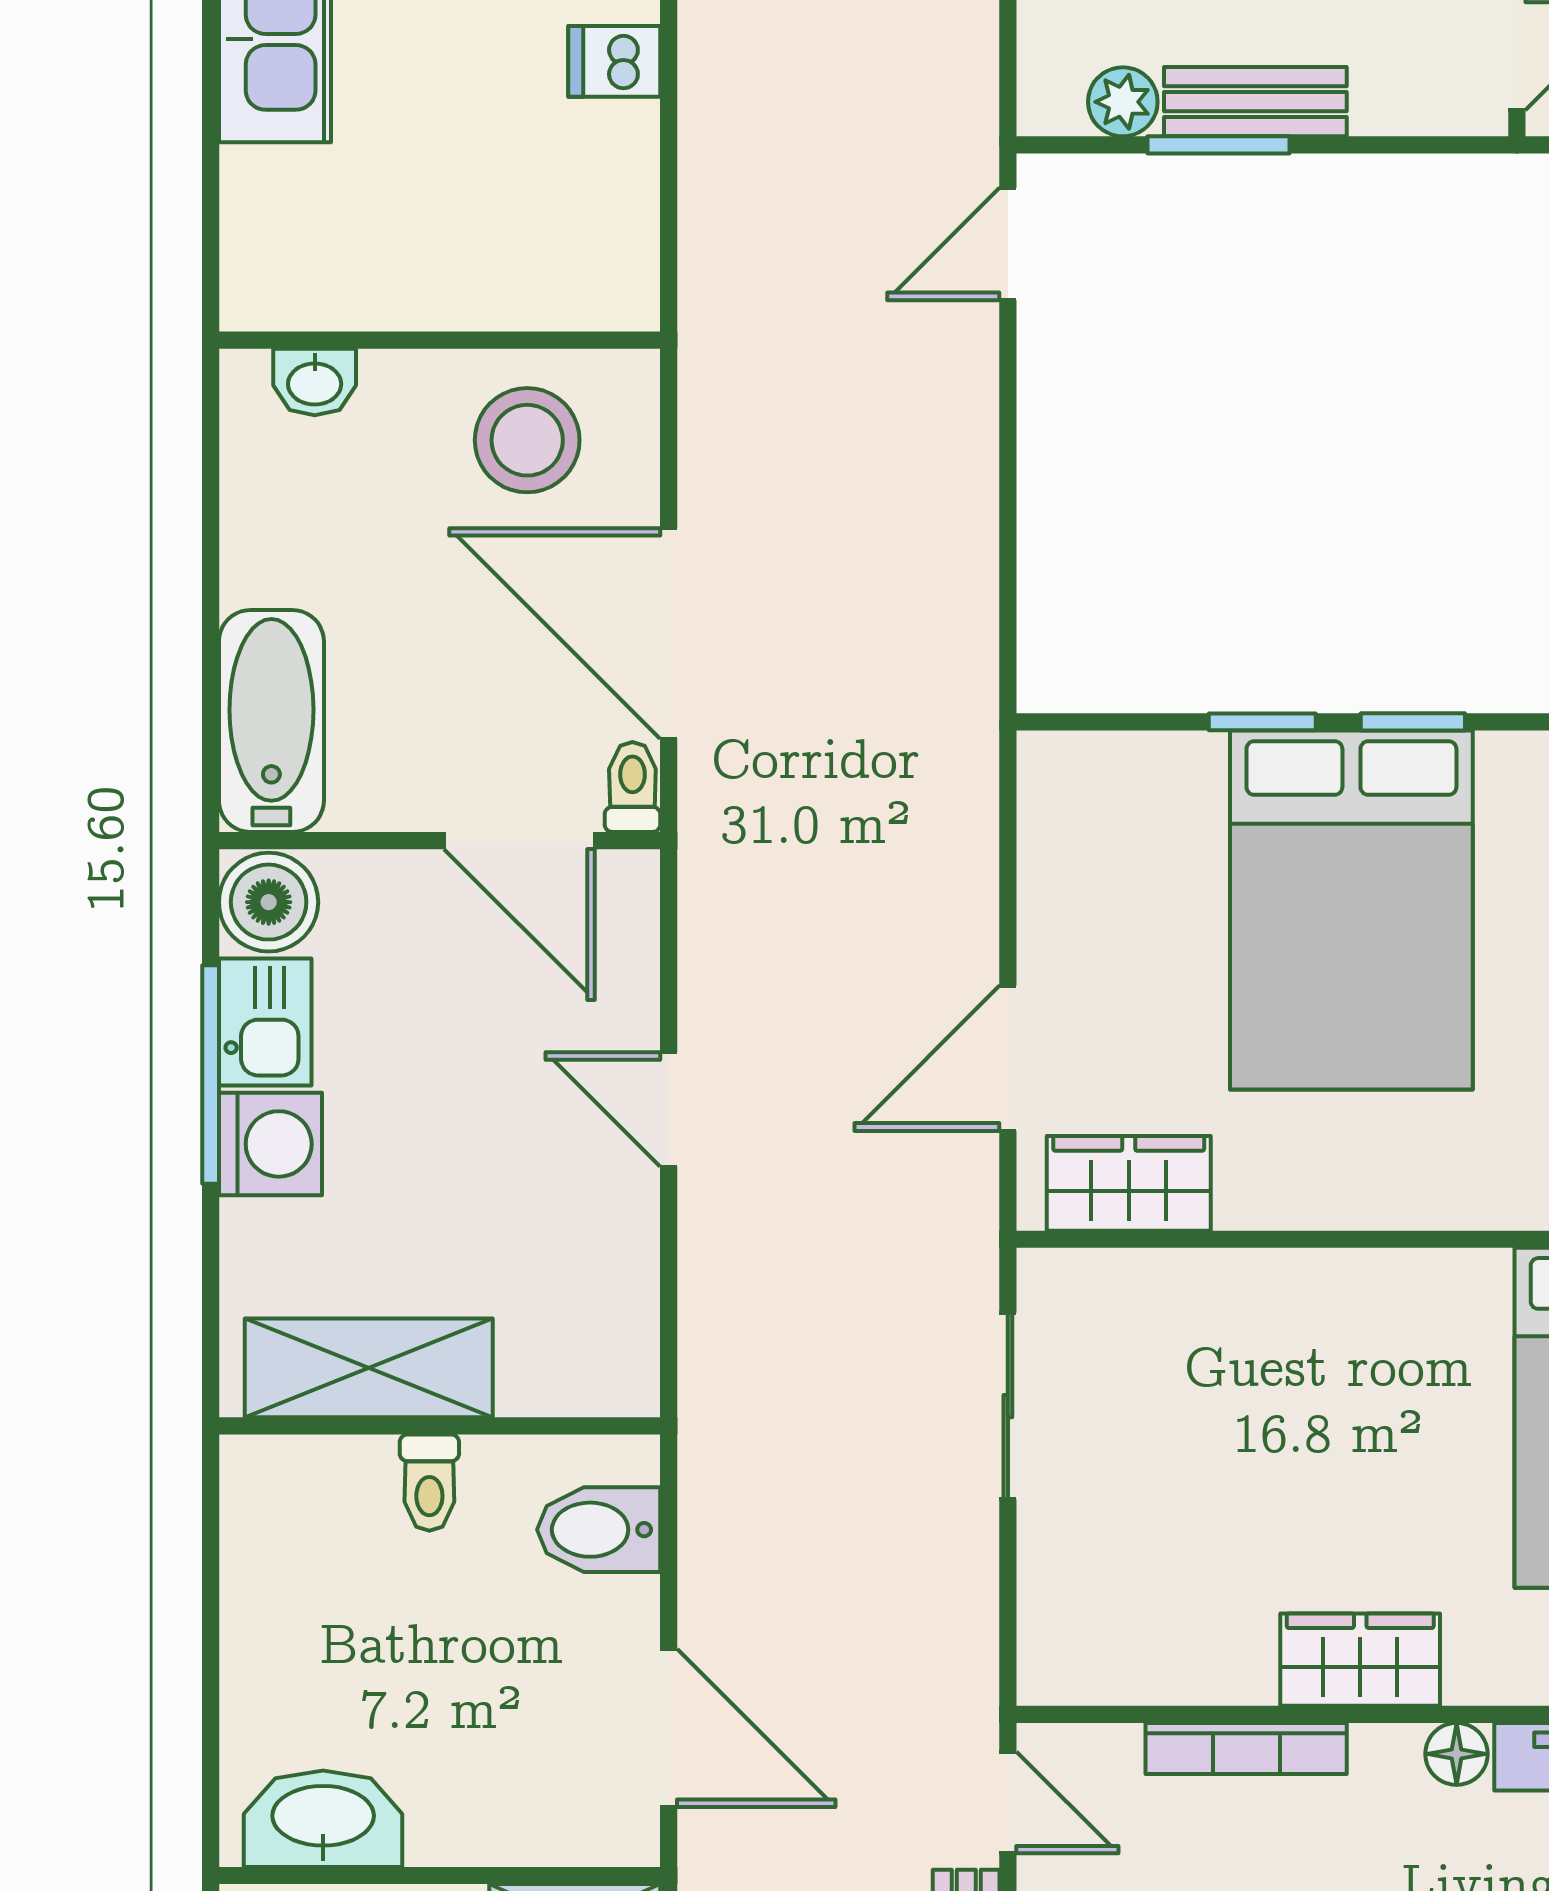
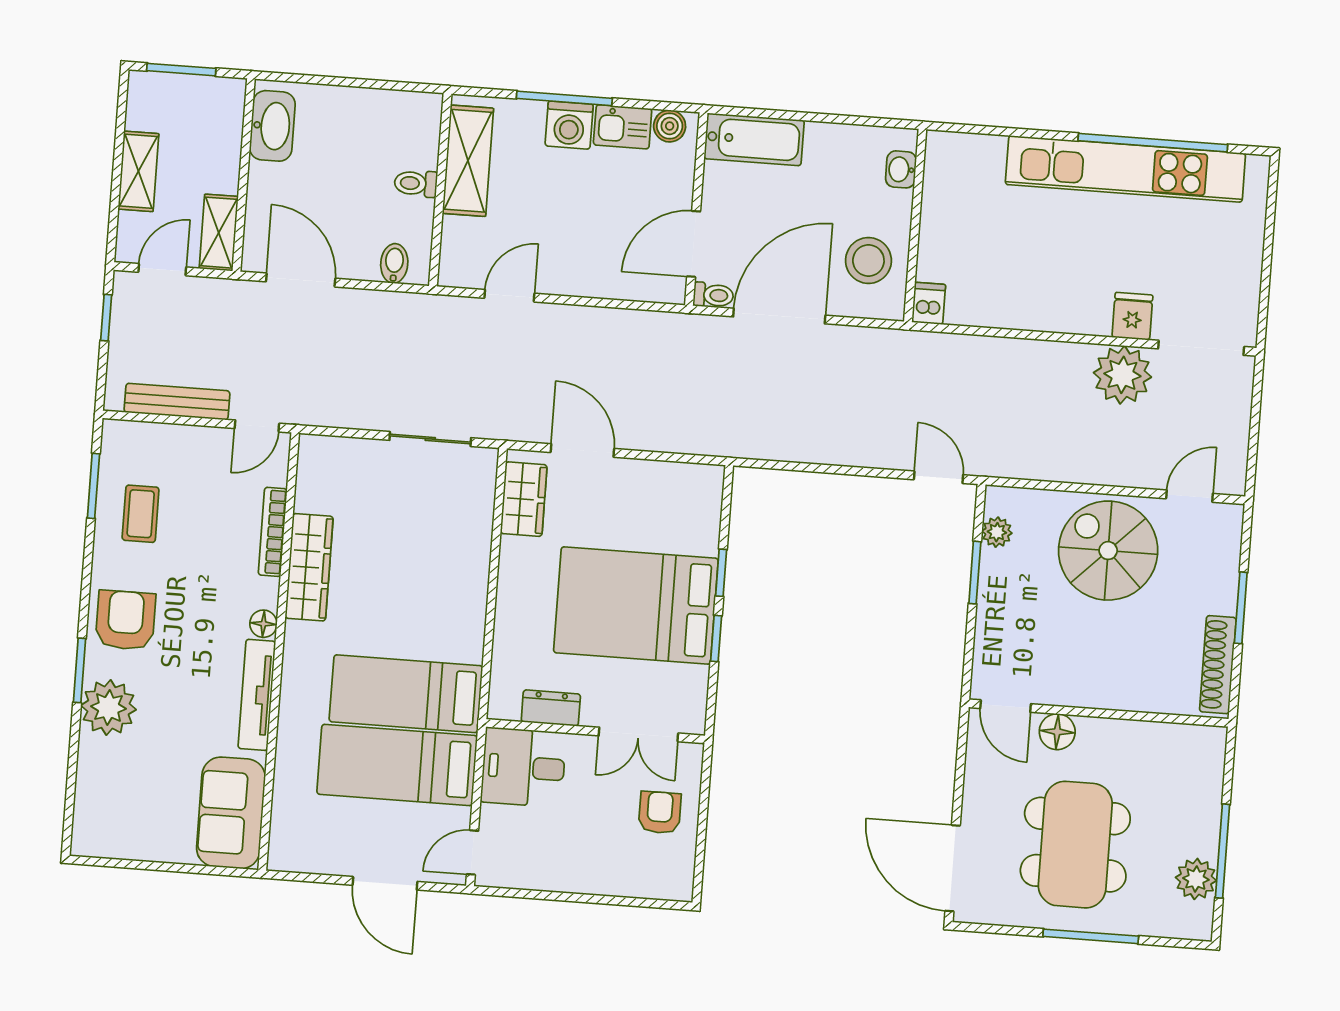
dishwasher: (614, 61) -> (929, 303), moved
bench: (1255, 102) -> (993, 590), removed
boiler: (269, 902) -> (670, 126), width x0.73, depth x0.73
window: (211, 1075) -> (564, 98), moved
door: (669, 1109) -> (509, 296), moved
bidet: (599, 1530) -> (394, 263), width x0.72, depth x0.74
wardrobe: (1360, 1660) -> (309, 567), width x1.50
door: (669, 1728) -> (301, 280), swing flipped

